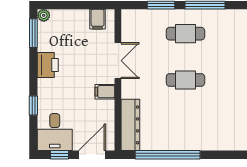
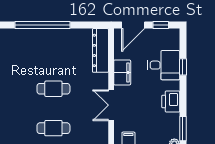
filing cabinet: (105, 92) -> (122, 72), width x2.00
desk: (55, 132) -> (164, 65), moved, turned 90
window: (168, 155) -> (42, 25), moved

